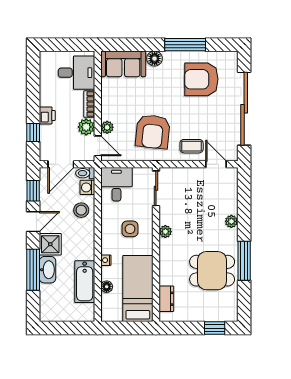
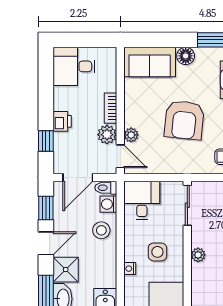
desk: (76, 73) -> (74, 66), moved, turned 180
armchair: (153, 132) -> (184, 120), moved
nightstand: (106, 260) -> (130, 269), moved

